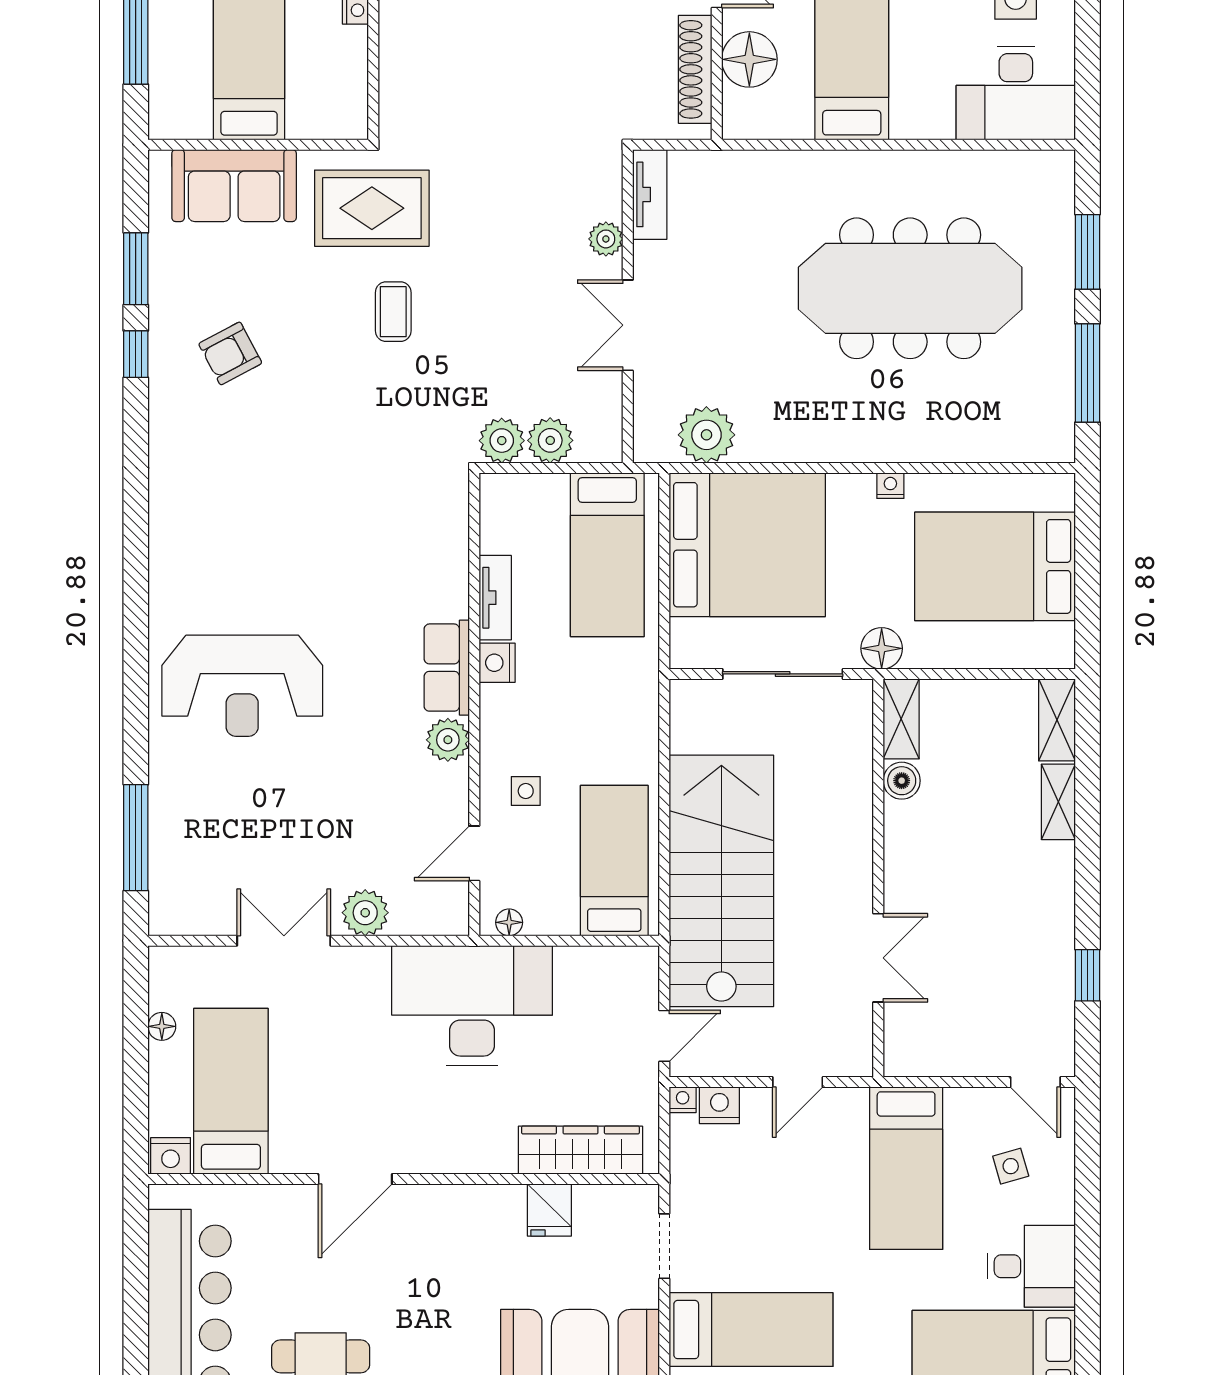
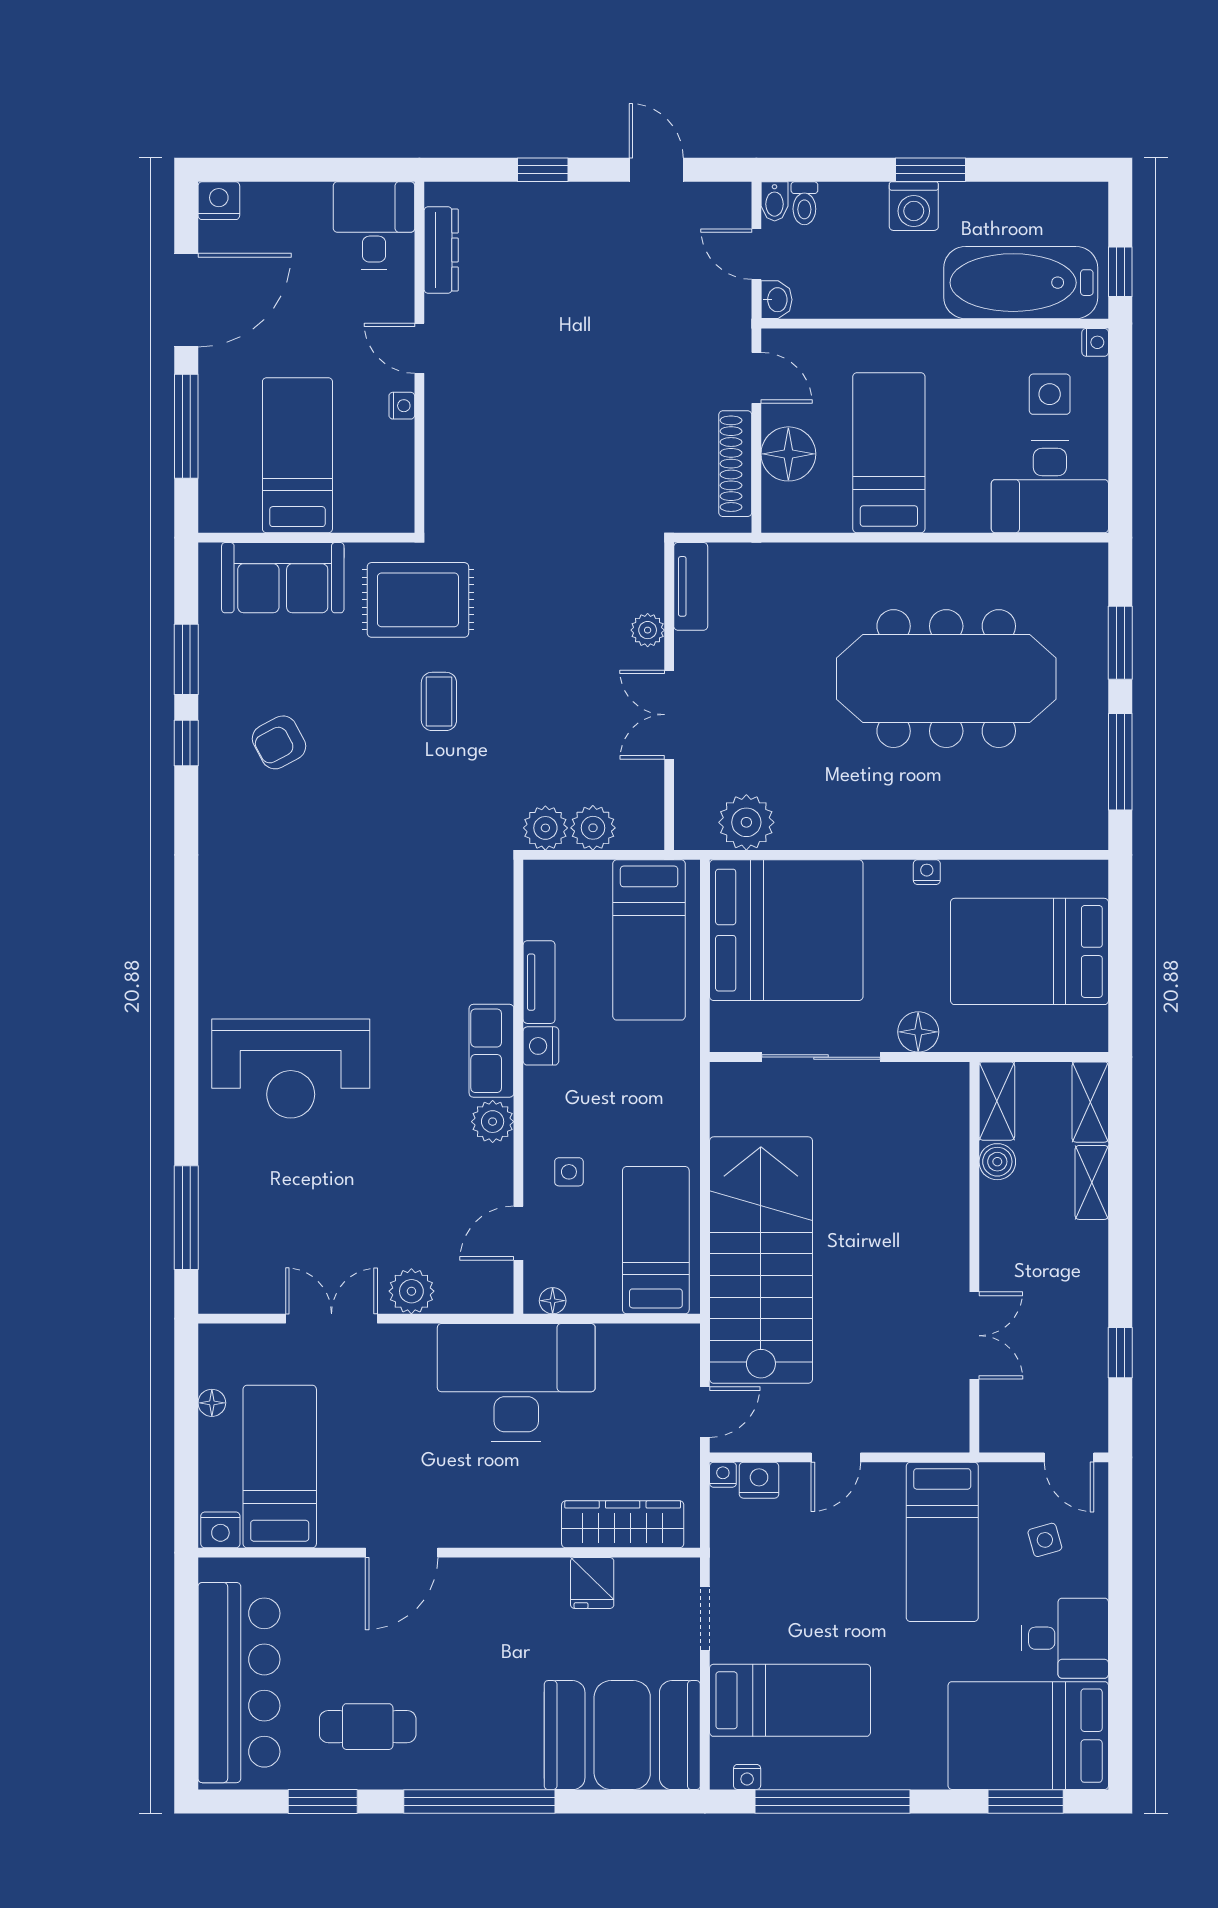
shelving: (901, 719) -> (997, 1101), moved
boiler: (902, 781) -> (997, 1162), moved
wall: (878, 878) -> (974, 1257), moved
double door: (878, 958) -> (974, 1336), moved

